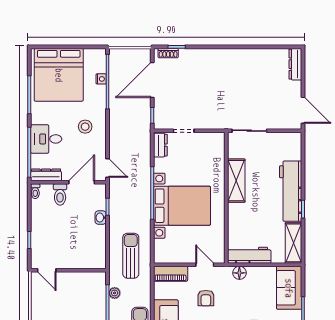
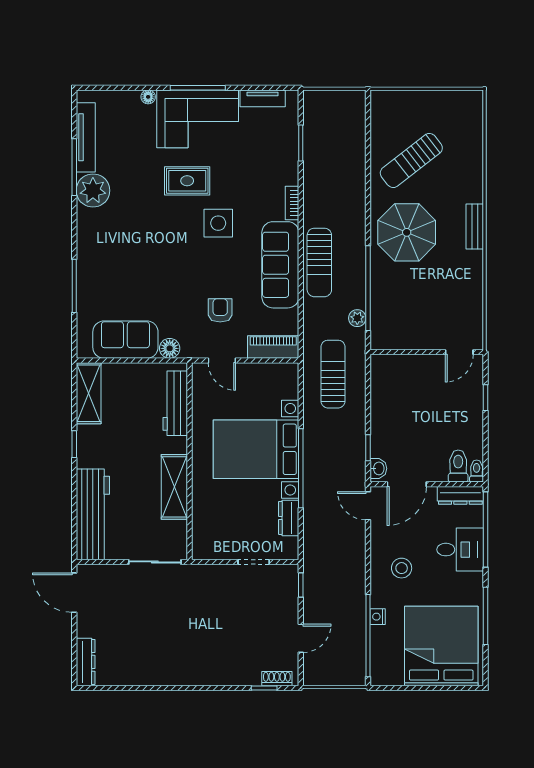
nightstand: (101, 79) -> (378, 617), moved
door: (152, 80) -> (301, 638), width x0.53
dresser: (160, 145) -> (289, 518), moved
workbench: (291, 191) -> (93, 514), moved
toilet: (60, 195) -> (458, 466), moved
washbasin: (101, 218) -> (378, 468), moved
workbench: (249, 255) -> (175, 403), moved, turned 90
sun lounger: (131, 256) -> (333, 374), turned 180
door: (47, 270) -> (459, 352), swing flipped
sofa: (289, 288) -> (125, 340), moved, turned -90

